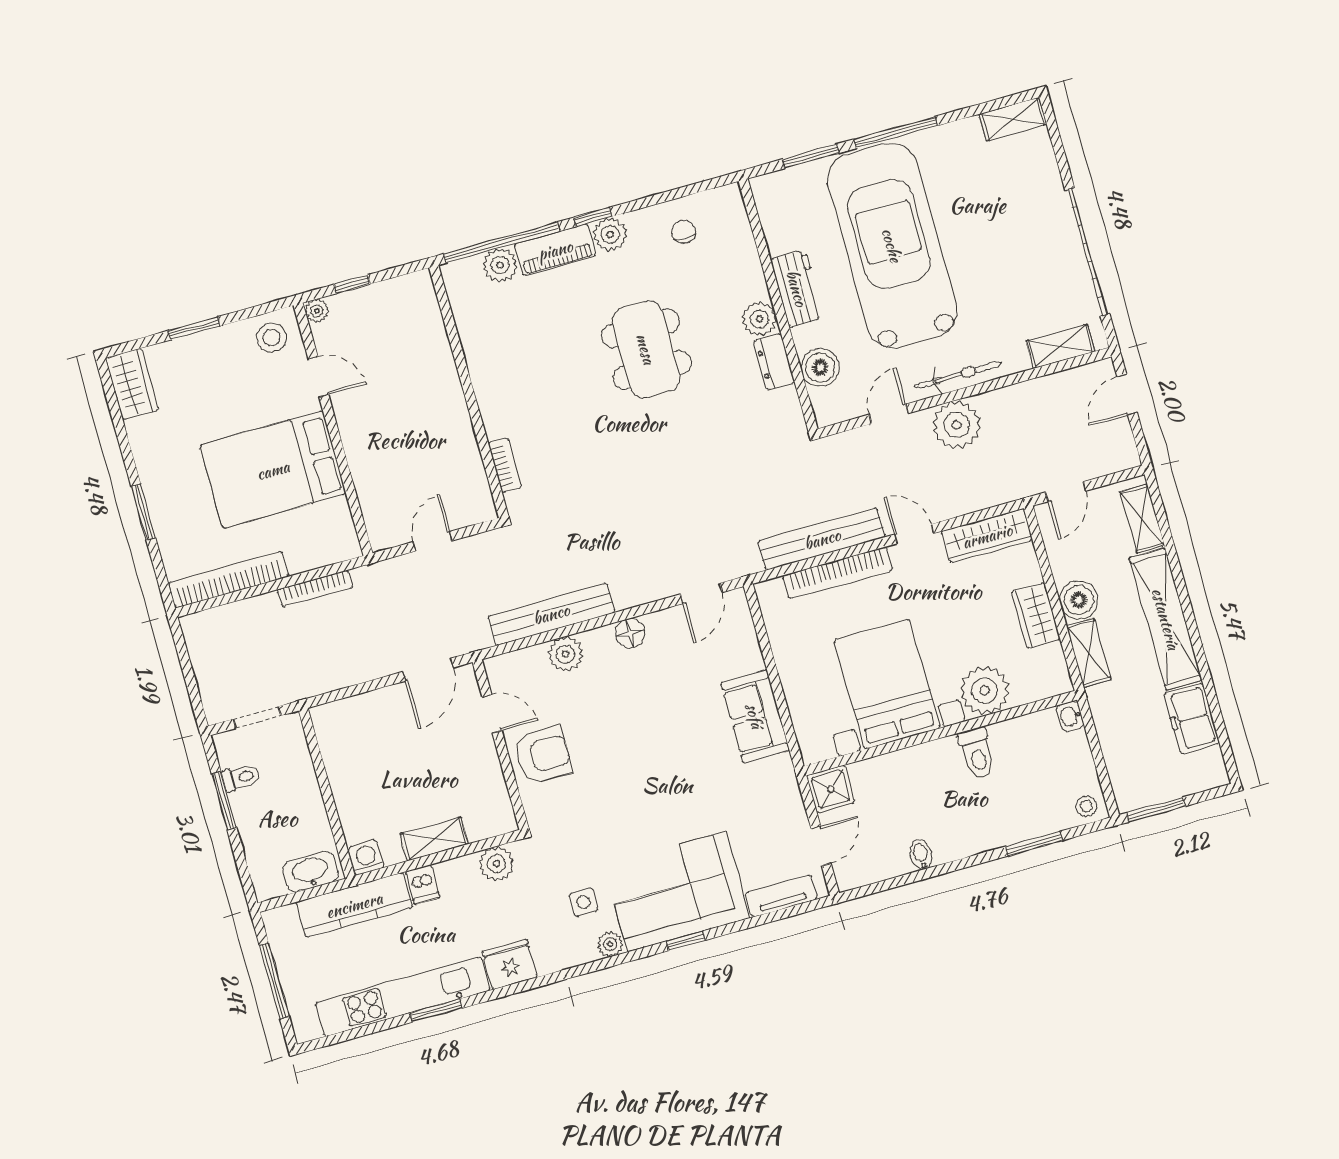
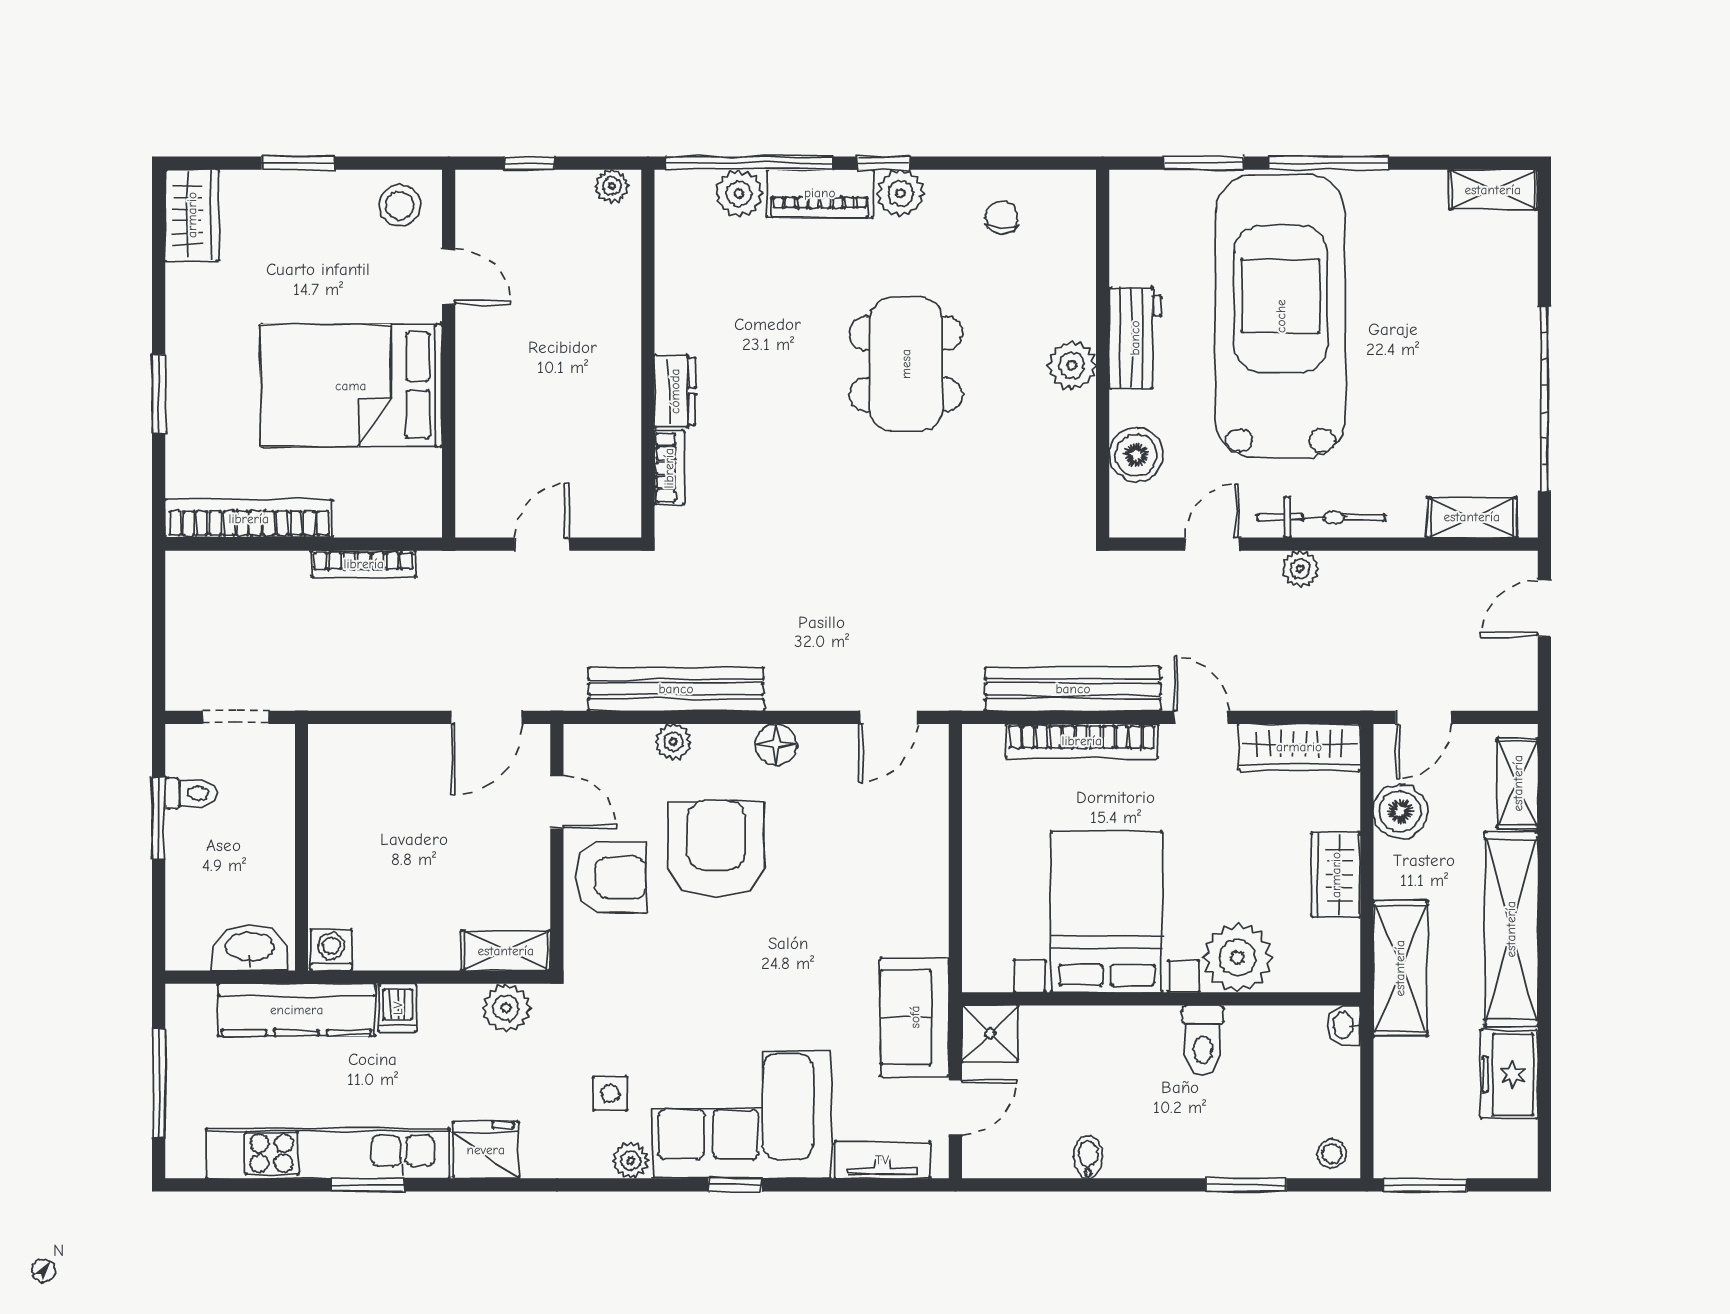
plant: (317, 311) -> (612, 186), moved
dresser: (774, 362) -> (675, 391), moved, turned 180
plant: (957, 425) -> (1300, 569), width x0.53, depth x0.53
boiler: (1079, 600) -> (1400, 811), moved
shelving: (1089, 653) -> (1400, 968), width x1.50, depth x1.33
plant: (566, 654) -> (673, 742), width x0.73, depth x0.73
armchair: (609, 715) -> (716, 849), added
sofa: (755, 716) -> (915, 1017), moved
shelving: (434, 839) -> (506, 951), moved

